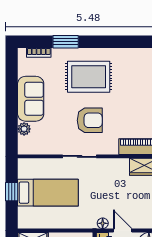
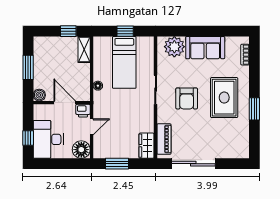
window: (66, 42) -> (254, 109), moved
plant: (24, 129) -> (174, 47), width x1.88, depth x1.88
floor lamp: (103, 223) -> (98, 86), moved

